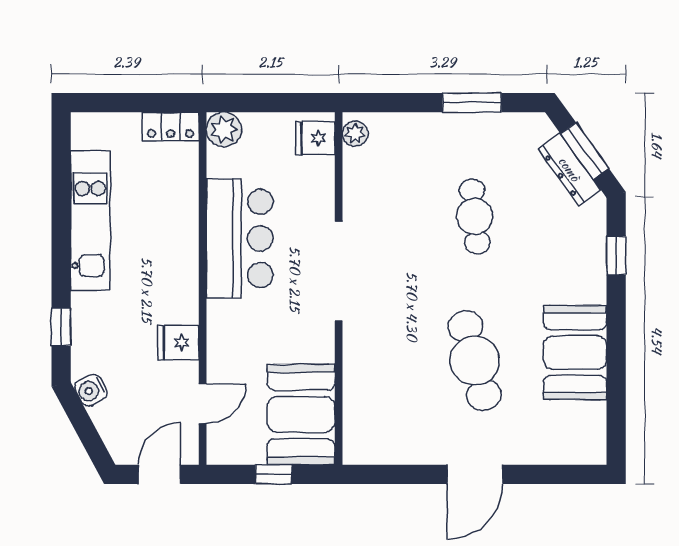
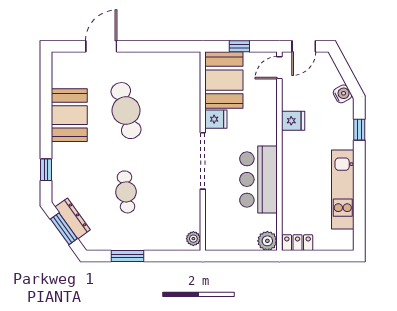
fridge: (315, 138) -> (216, 119), moved
door: (203, 404) -> (279, 68), moved
door: (475, 474) -> (101, 46), moved

